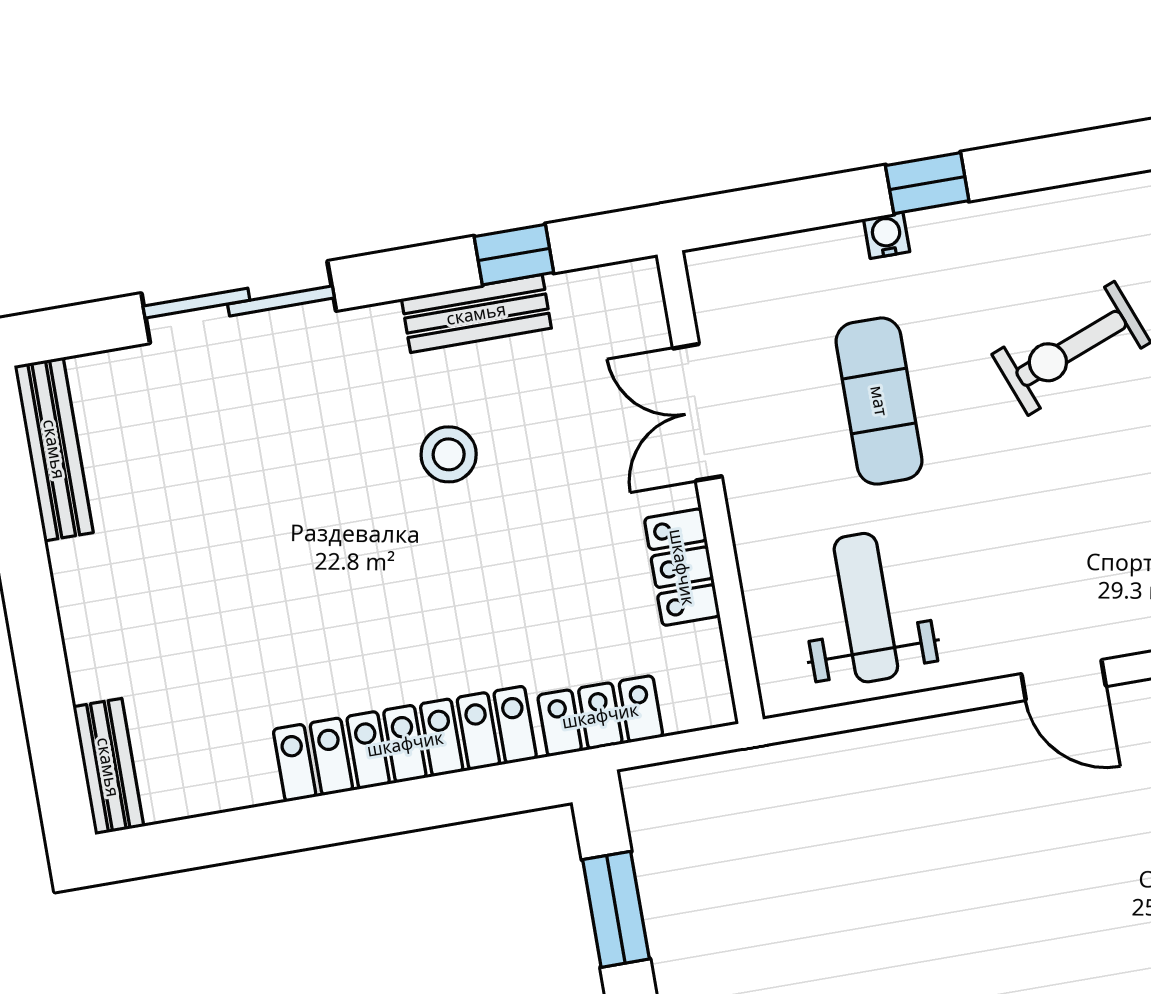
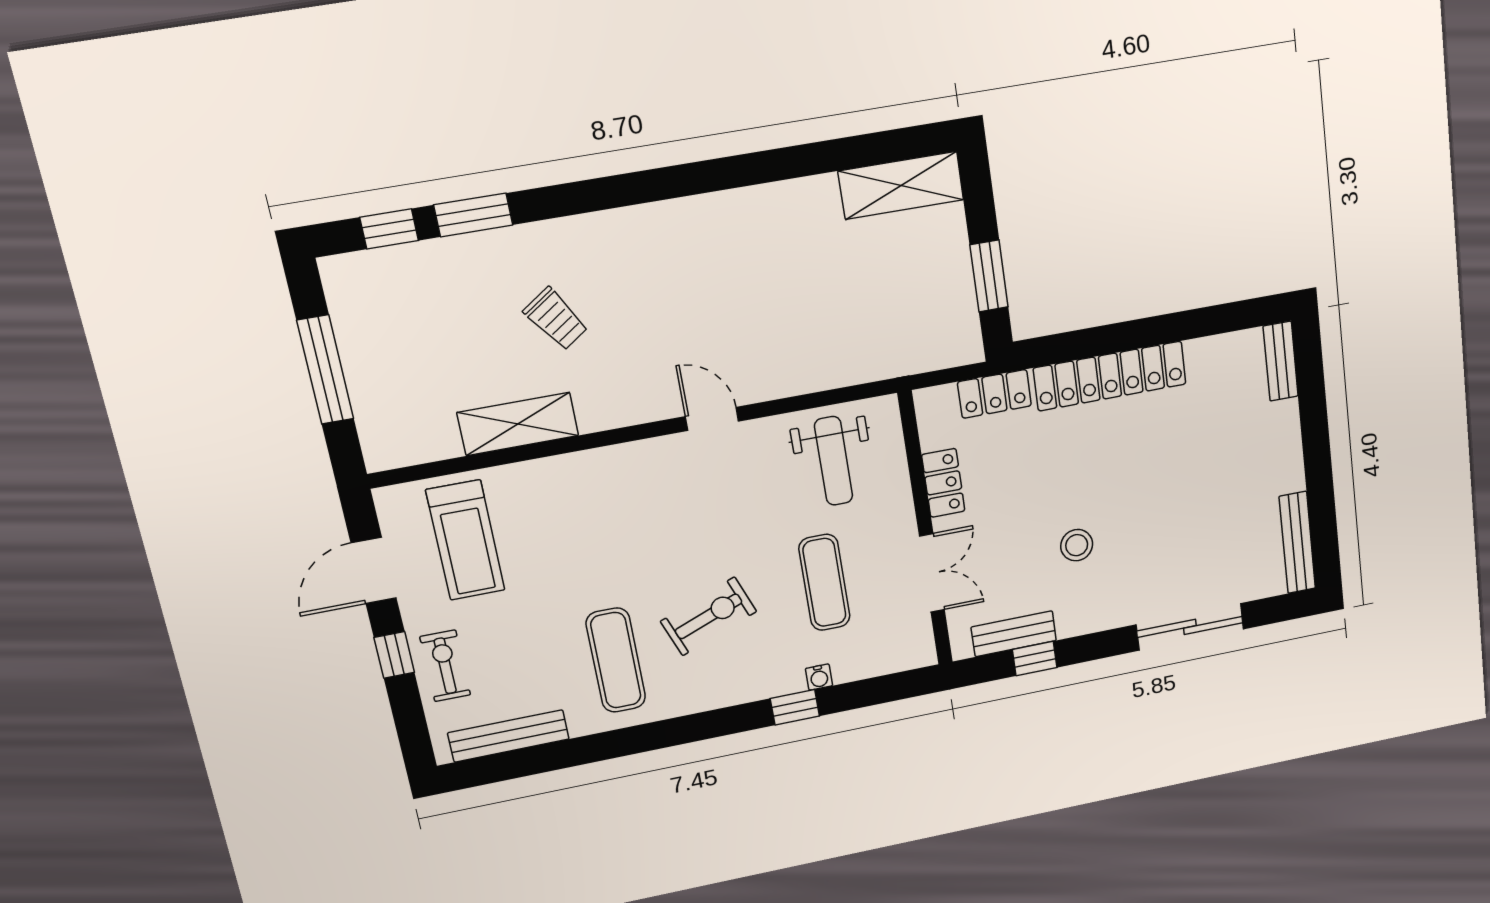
bench: (476, 314) -> (1014, 634), moved

